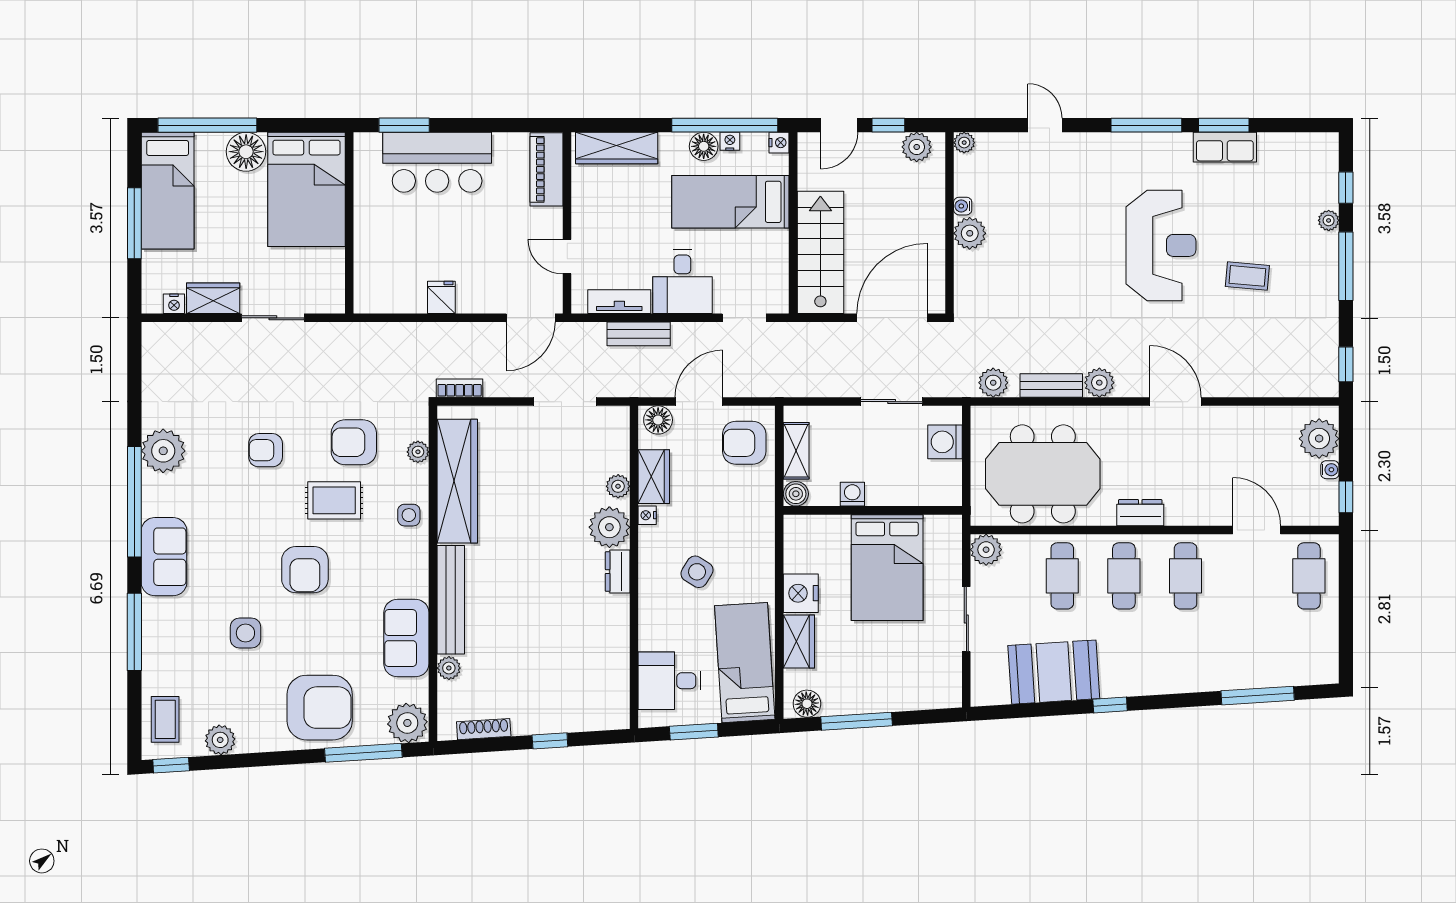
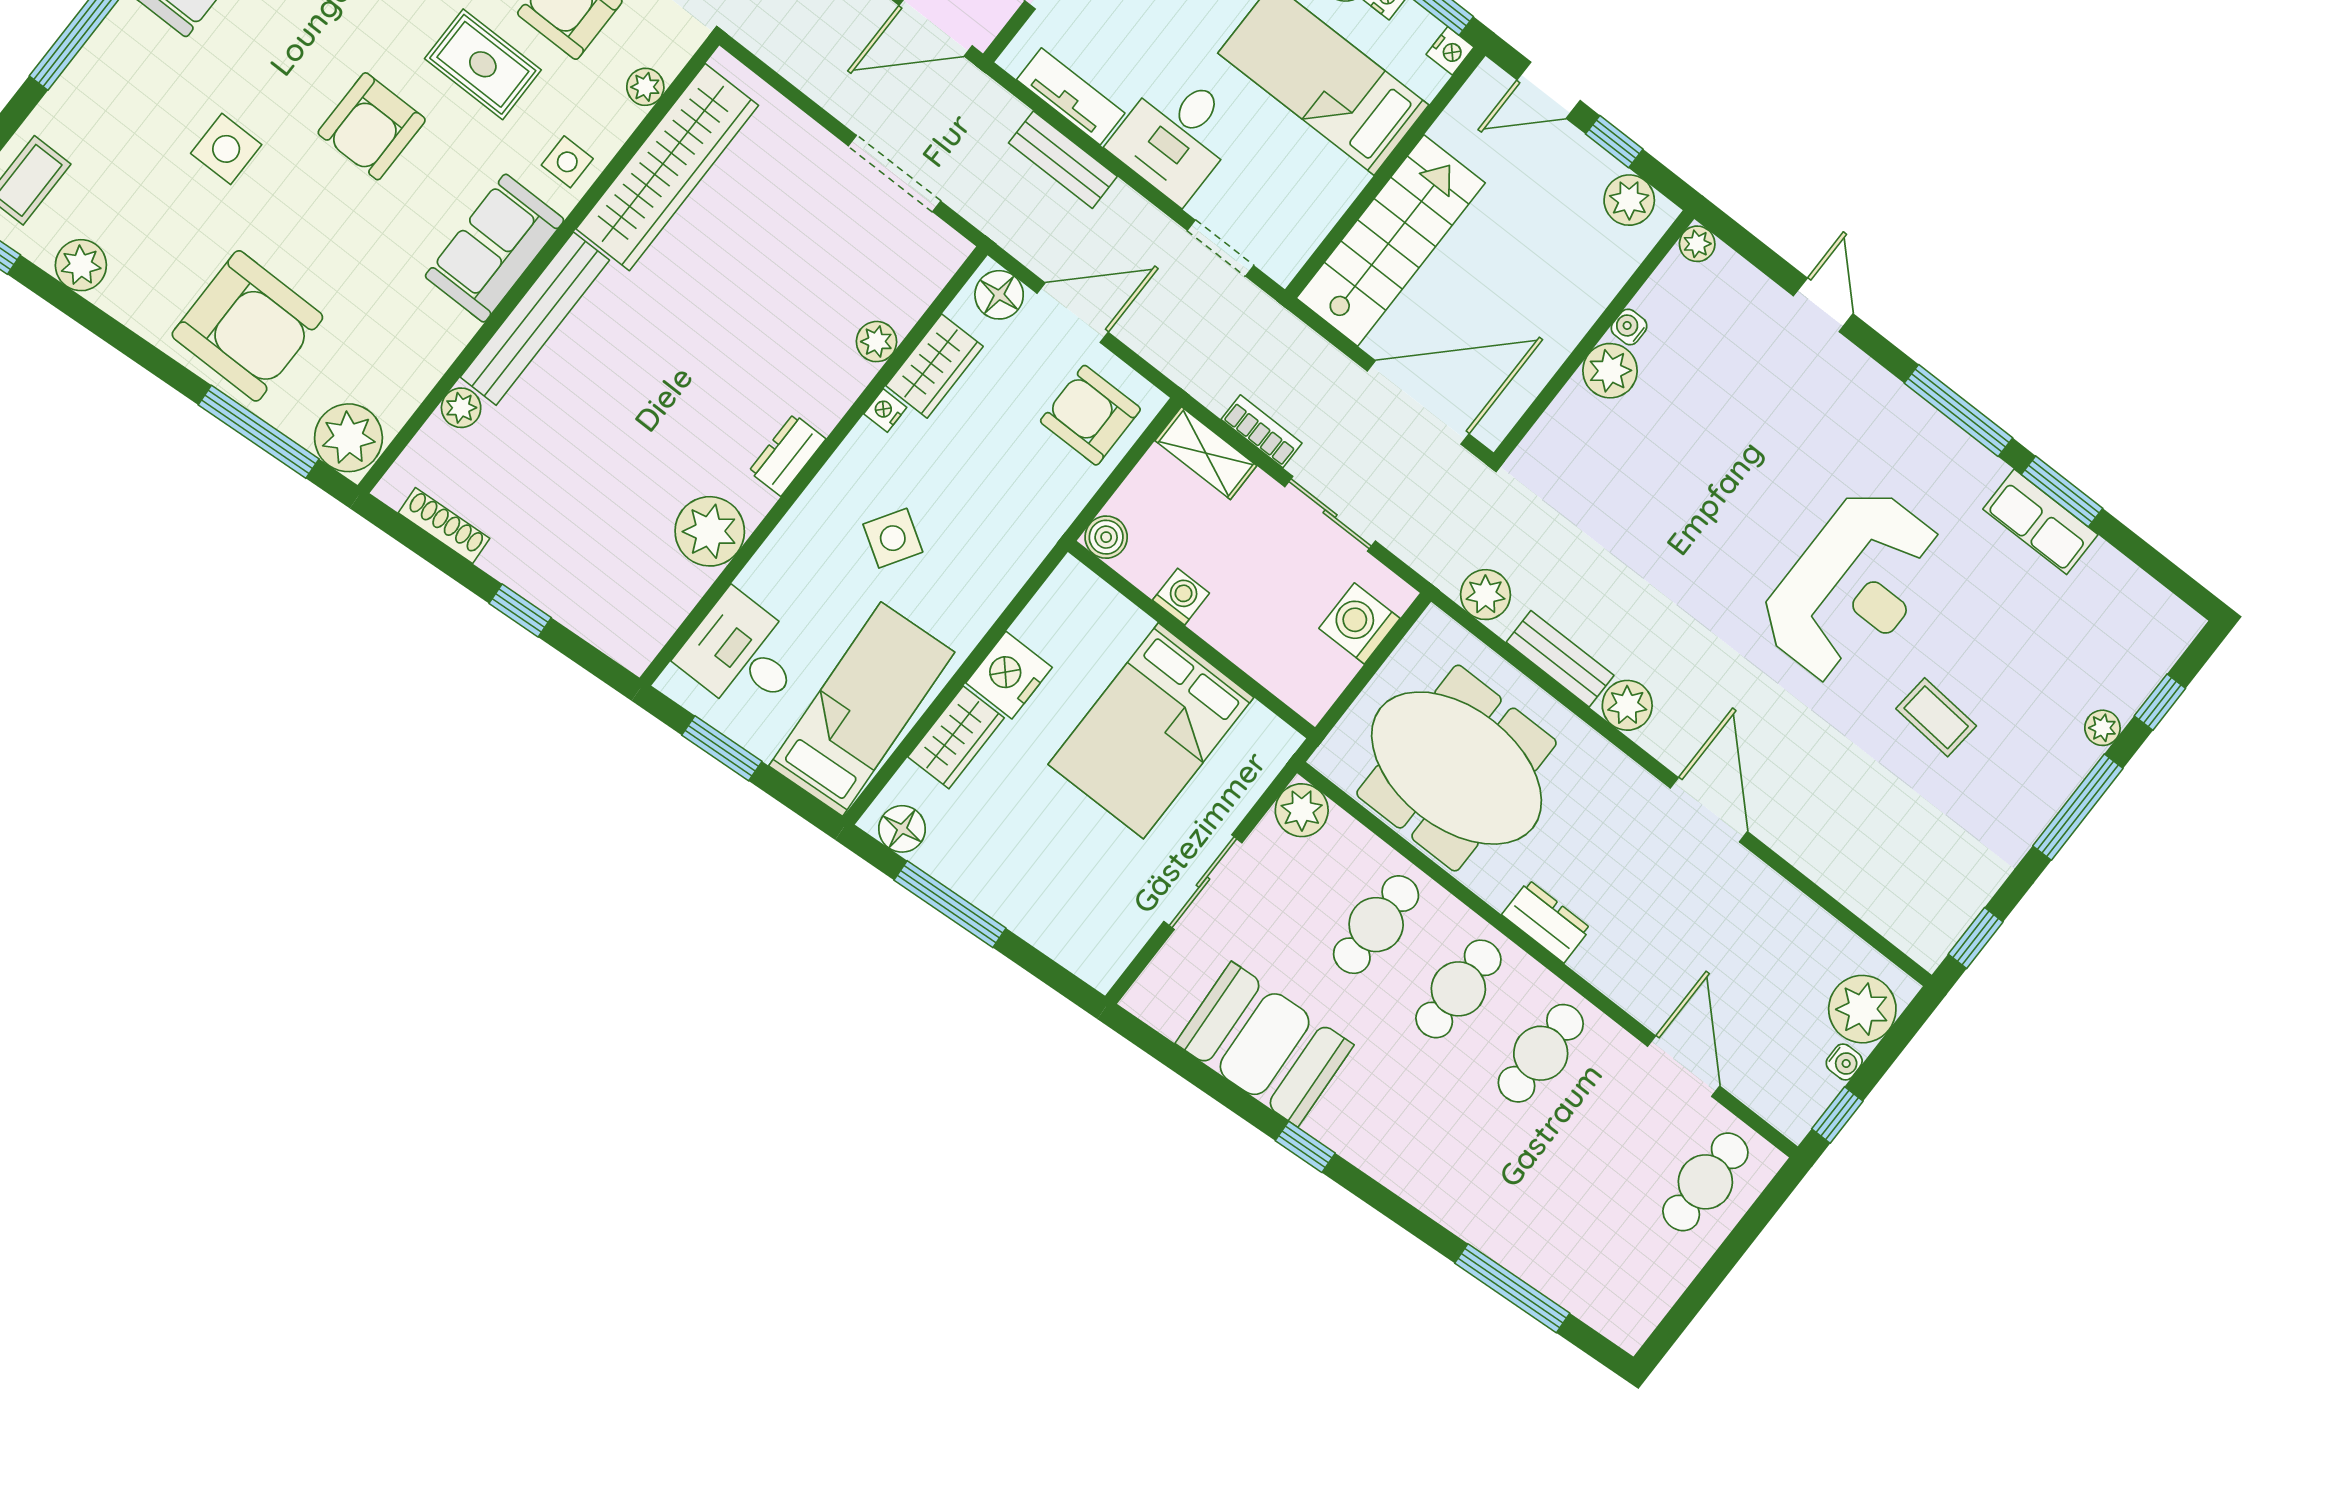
bookcase: (460, 388) -> (1262, 431), moved
shelving: (796, 451) -> (1206, 453), moved, turned 90
plant: (609, 527) -> (710, 531), moved
sofa: (406, 638) -> (495, 248), moved

